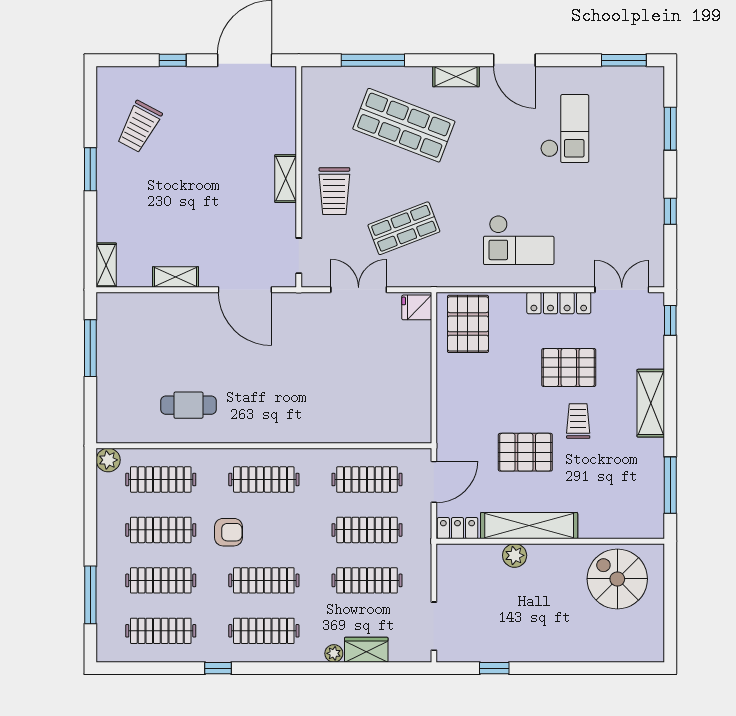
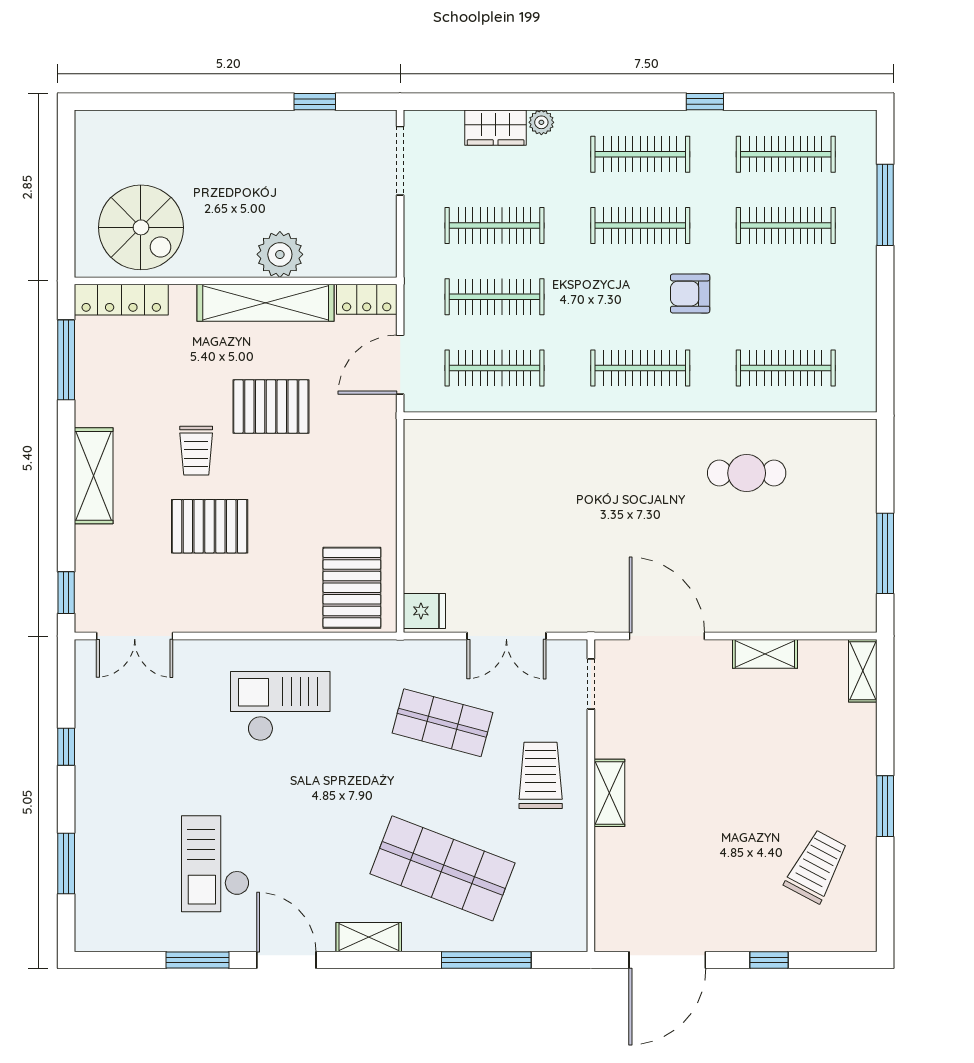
window: (624, 60) -> (198, 960), moved
shop shelf: (404, 228) -> (442, 723), turned 36
locker: (559, 303) -> (121, 300), moved, turned 180
plant: (108, 460) -> (860, 395), removed
clothes rail: (161, 530) -> (786, 297), removed
plant: (515, 555) -> (280, 254), width x1.36, depth x1.36

